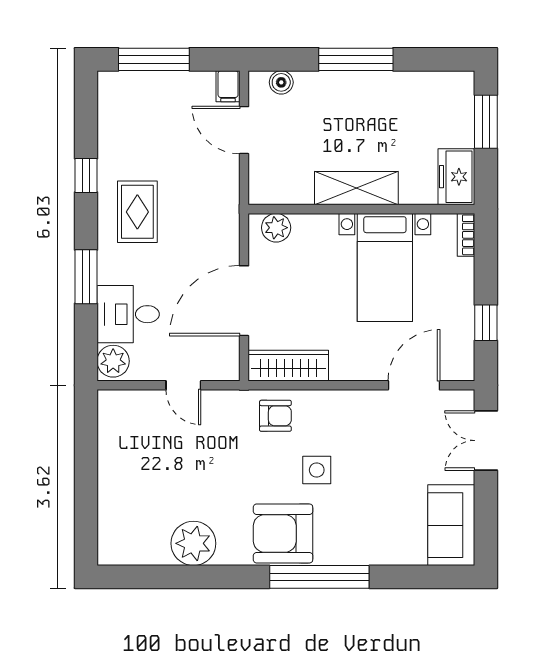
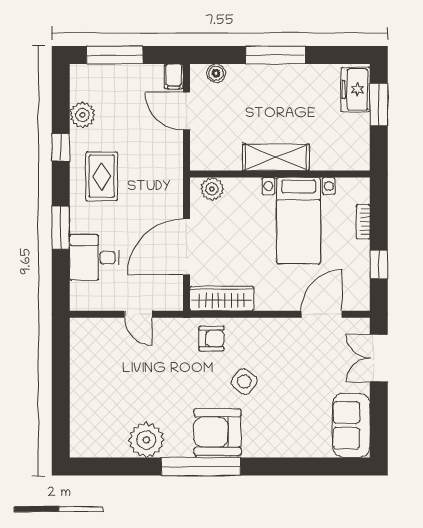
freezer: (456, 177) -> (355, 89), moved
bookcase: (466, 235) -> (363, 222), moved
plant: (113, 361) -> (82, 115), moved
side table: (317, 470) -> (244, 382), turned 38
window: (319, 577) -> (201, 467), moved

